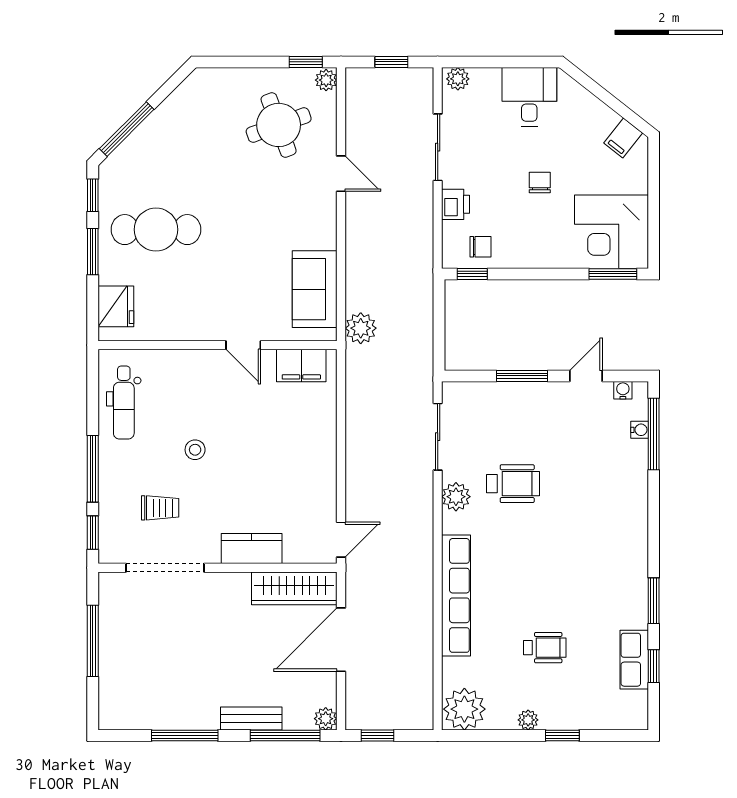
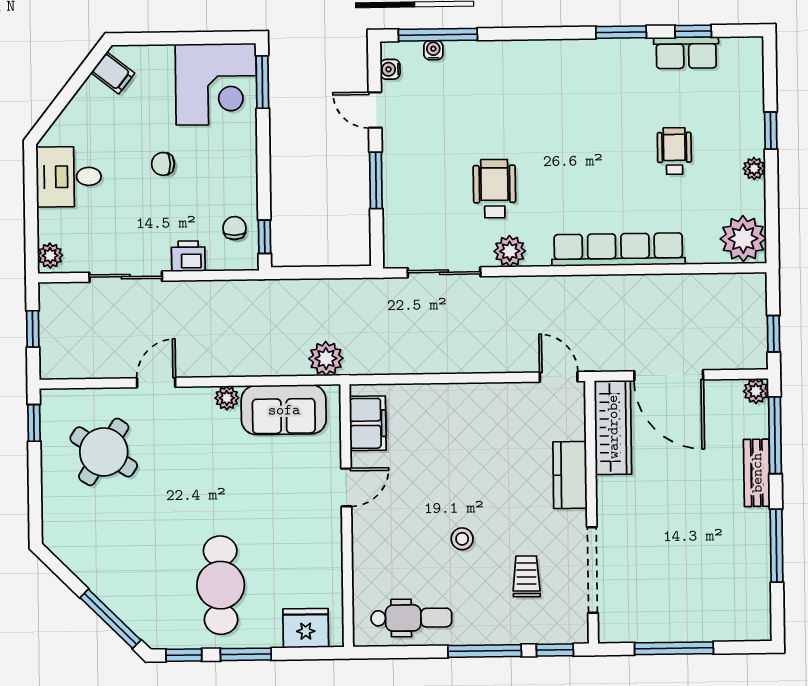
plant: (326, 80) -> (227, 398), moved
round table: (279, 125) -> (104, 452), turned -37

